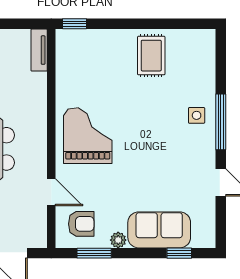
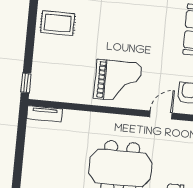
grand piano: (88, 136) -> (118, 81), turned 180

